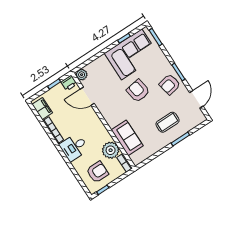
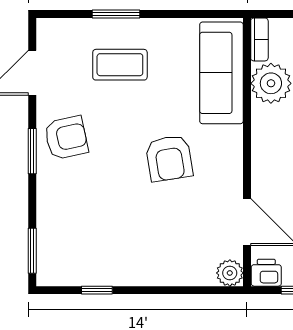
corner sofa: (132, 54) -> (103, 248), removed
armchair: (138, 91) -> (169, 158), moved
sofa: (127, 138) -> (221, 73), width x1.36

